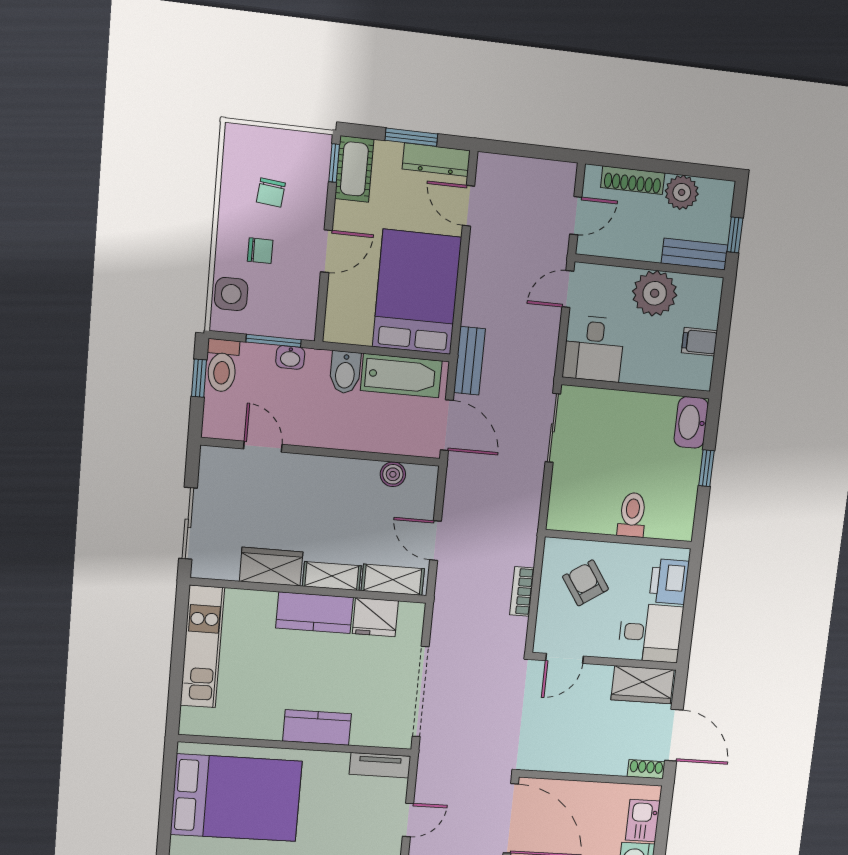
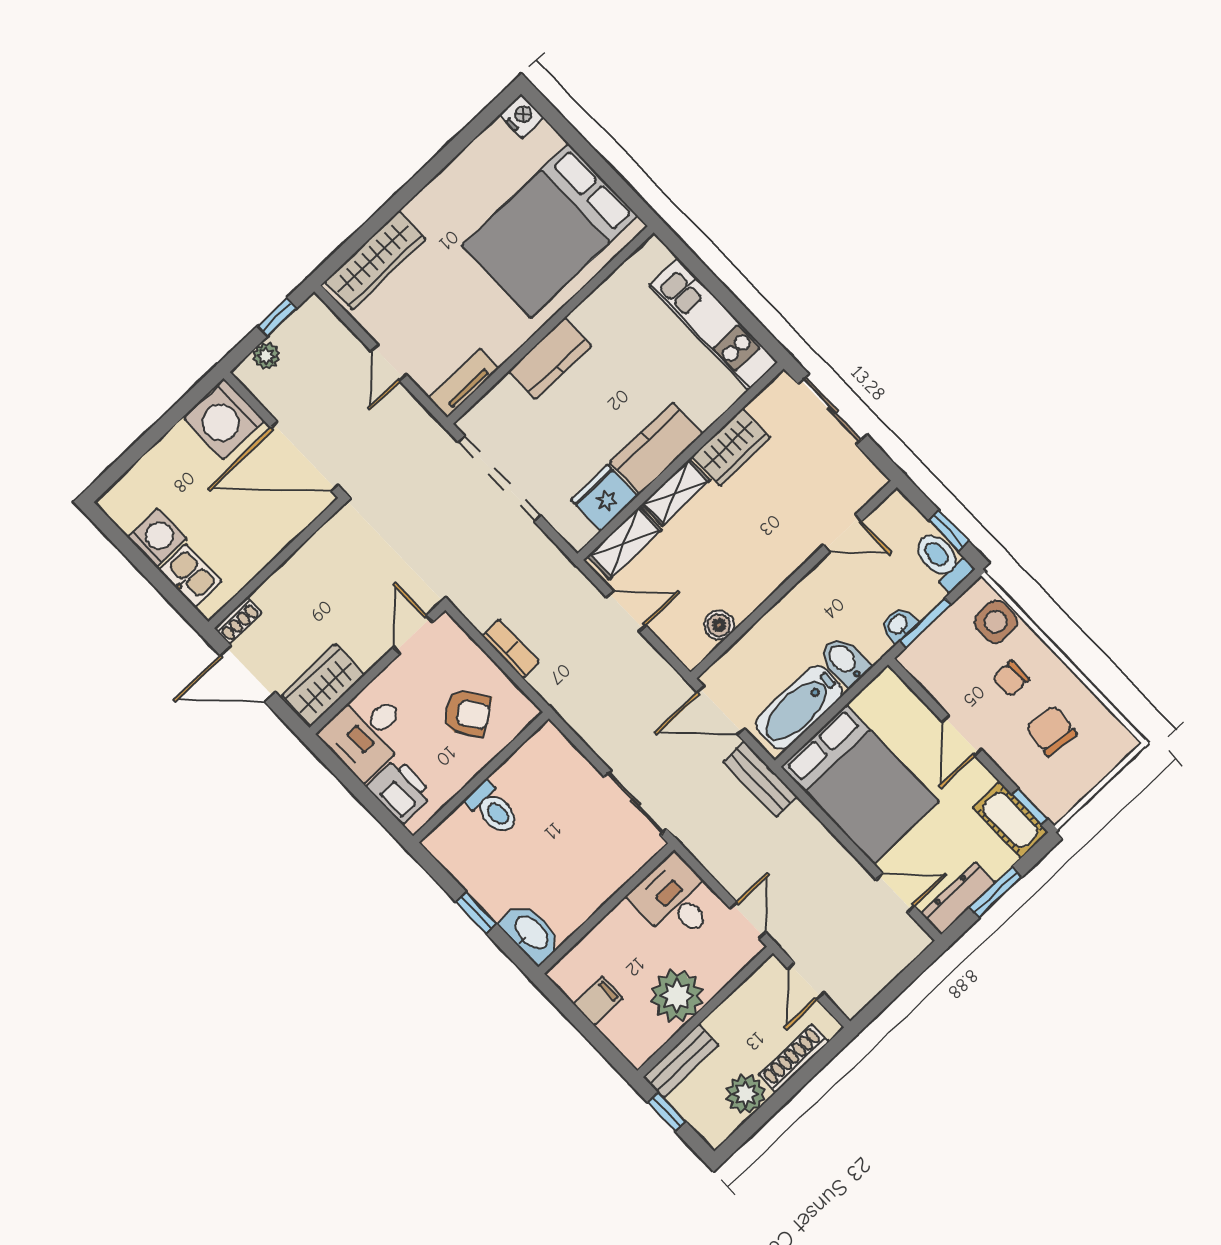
chair: (271, 193) -> (1051, 731), width x1.37, depth x1.37

